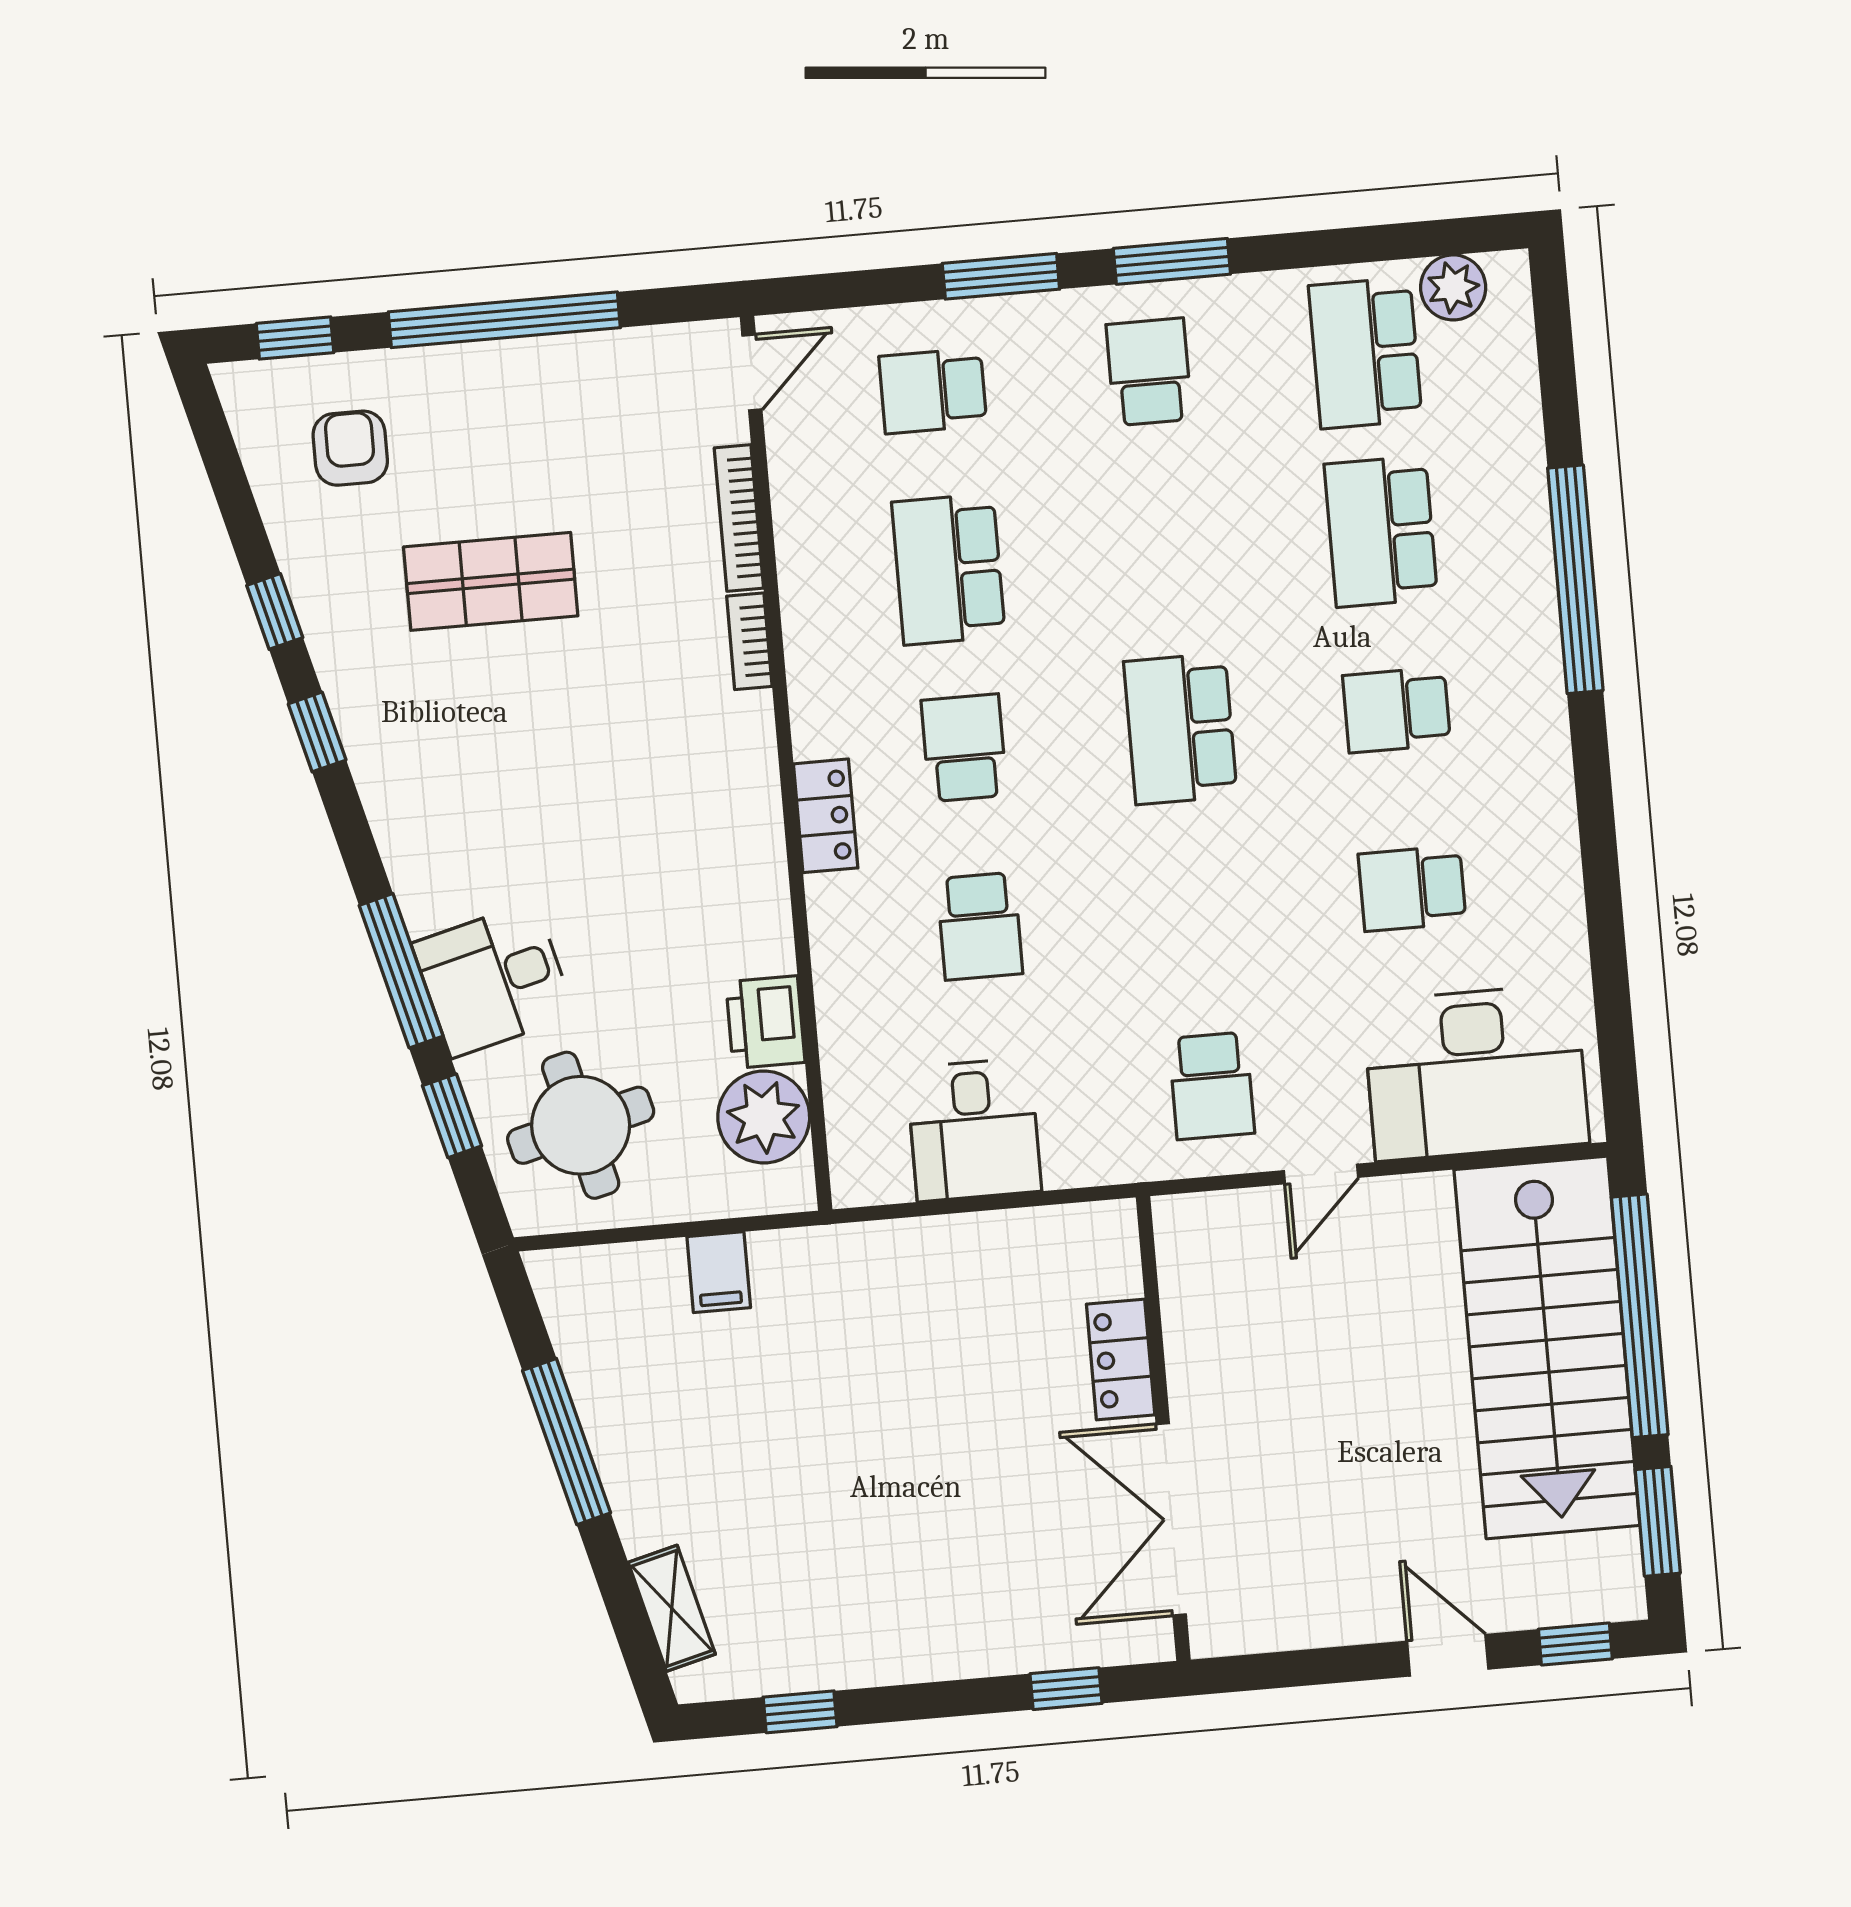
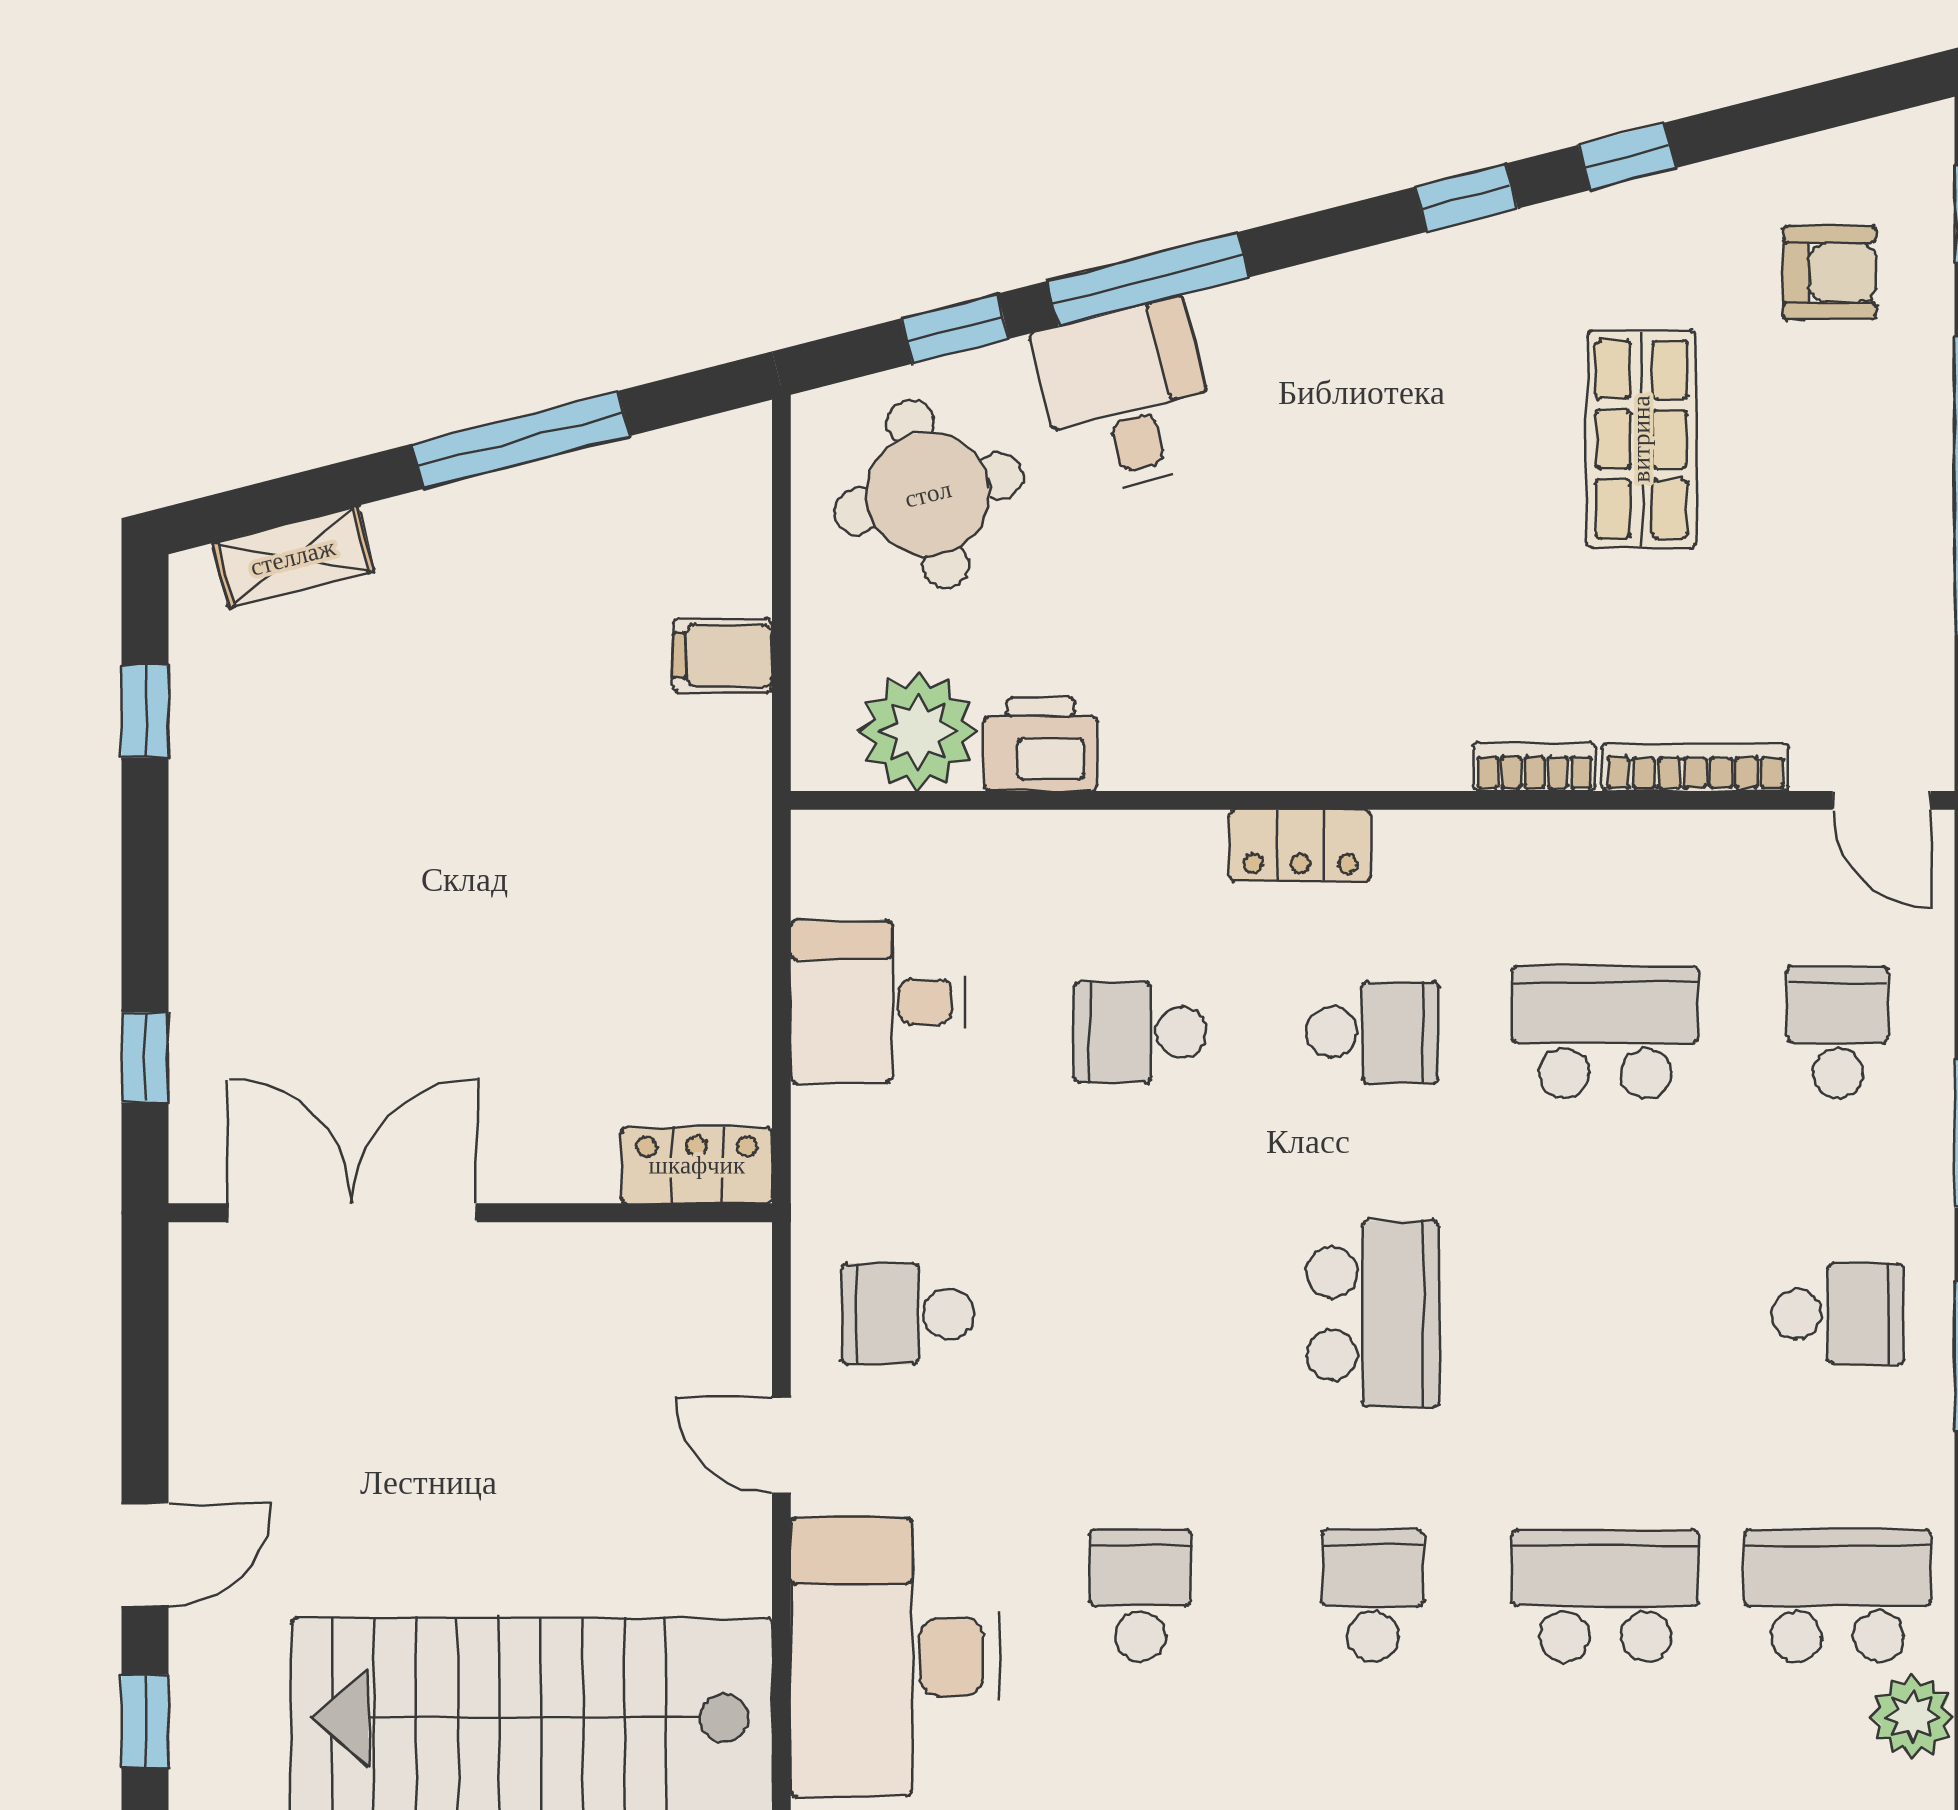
school desk: (1180, 729) -> (1373, 1314), turned 90
locker: (1121, 1359) -> (697, 1165), moved

